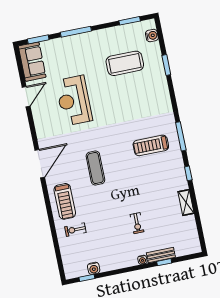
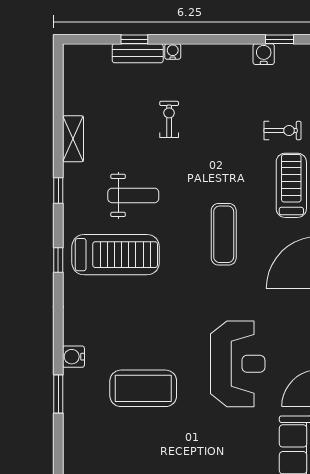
water cooler: (152, 36) -> (73, 357), moved
coffee table: (125, 63) -> (143, 388), moved
window: (181, 136) -> (58, 260), width x0.46
treadmill: (151, 145) -> (116, 255), width x1.37, depth x1.38
weight bench: (148, 179) -> (133, 195), added

